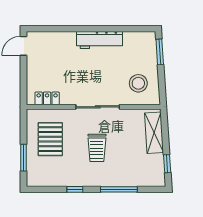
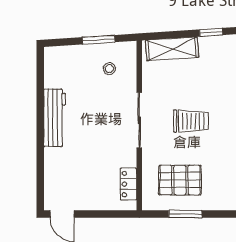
window: (160, 52) -> (99, 40), moved
stool: (138, 83) -> (109, 69), width x0.53, depth x0.53
window: (23, 158) -> (185, 214), moved

